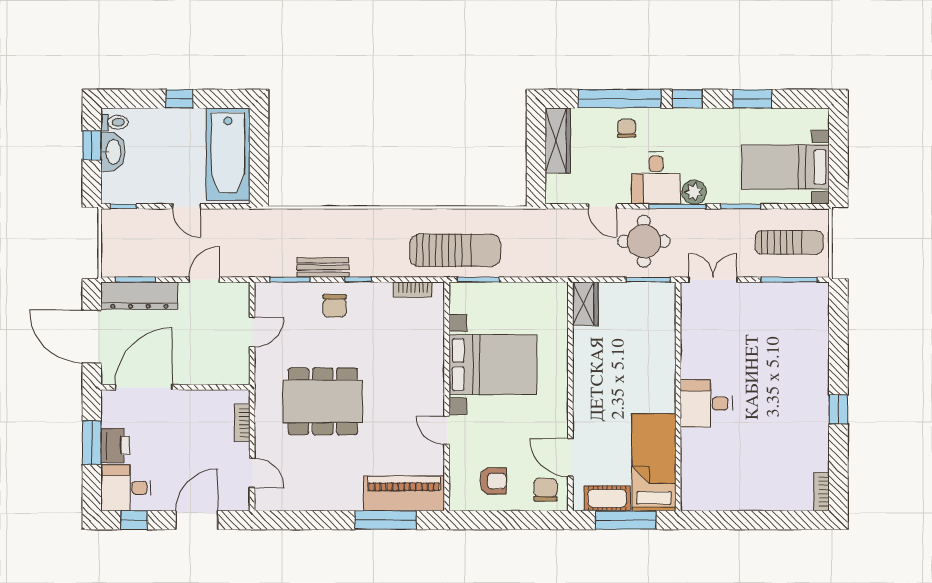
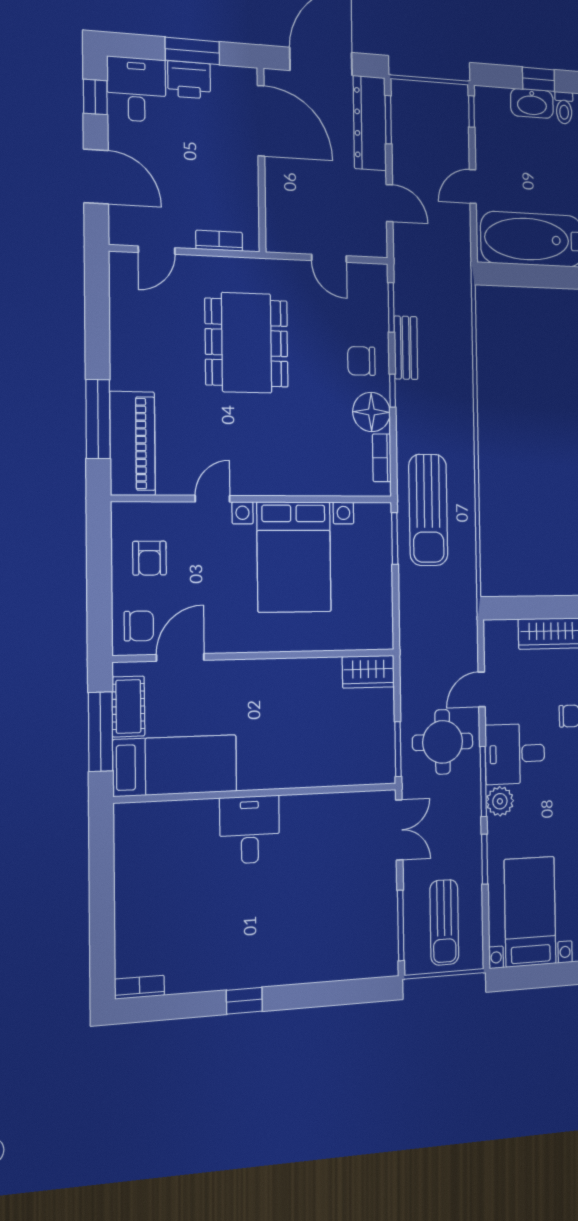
floor lamp: (376, 298) -> (371, 412), added

